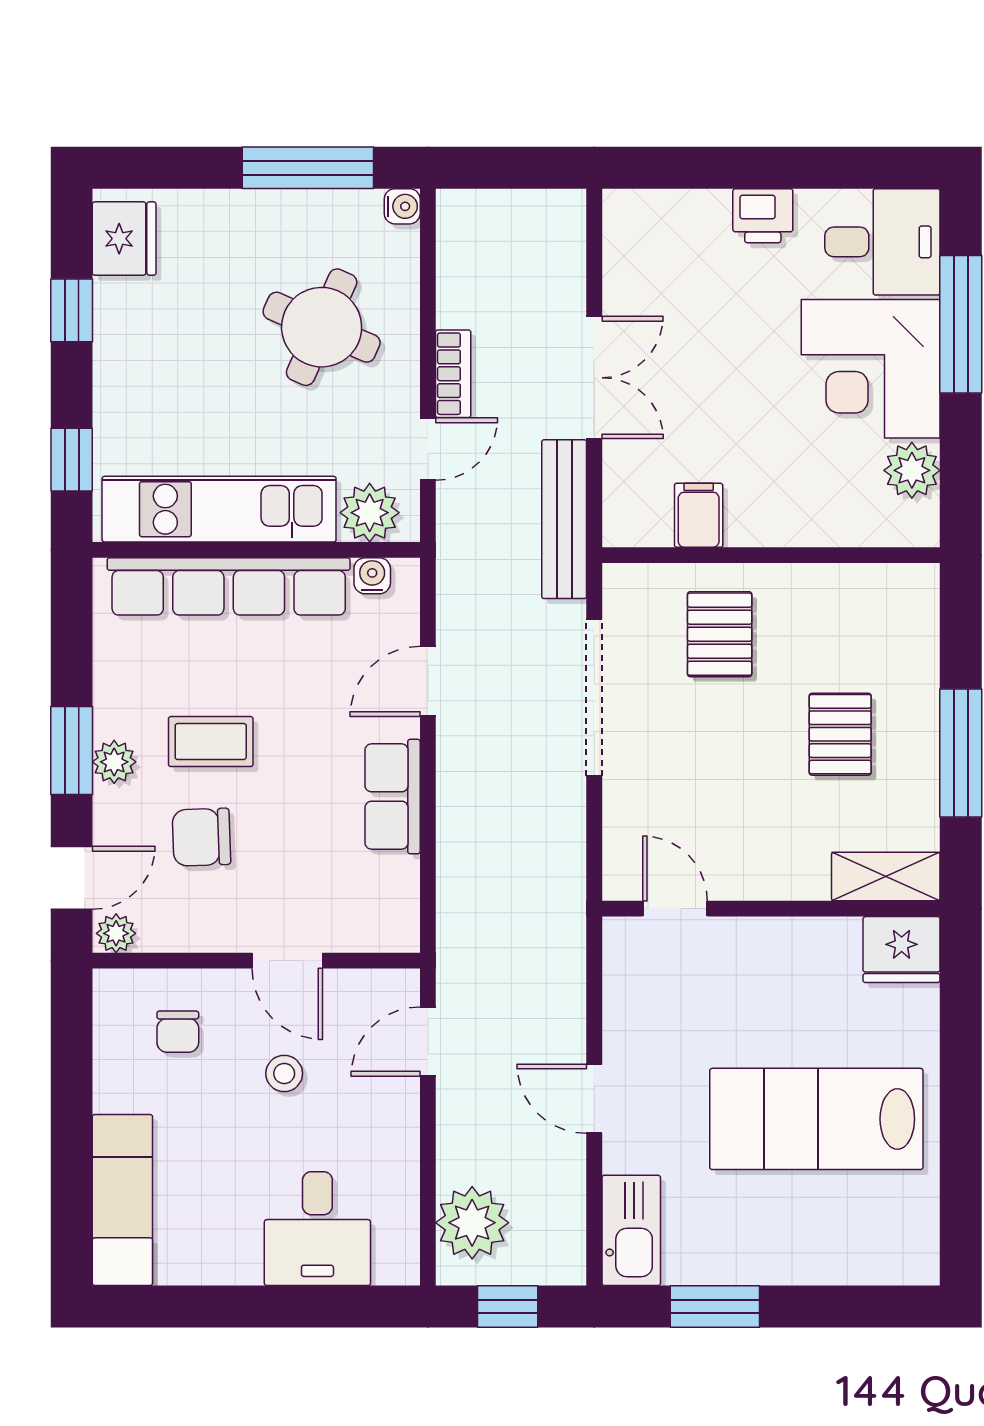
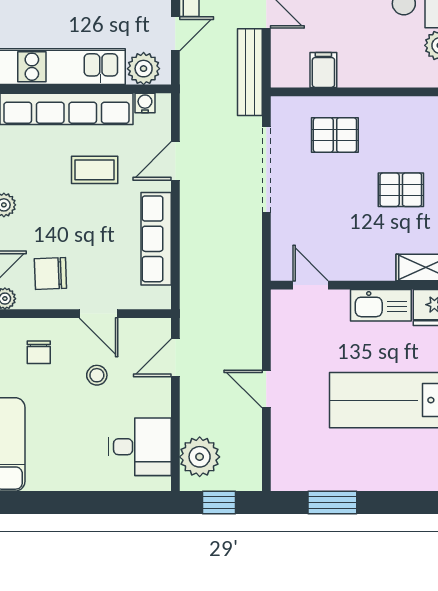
pallet: (720, 634) -> (335, 135), turned 90
pallet: (840, 734) -> (401, 190), turned 90
coffee table: (211, 742) -> (95, 170), moved
row of seats: (393, 797) -> (156, 239), width x1.48
chair: (201, 837) -> (50, 274), moved
desk: (317, 1229) -> (140, 447), moved, turned -90
kitchen sink: (631, 1230) -> (381, 305), moved, turned 90

